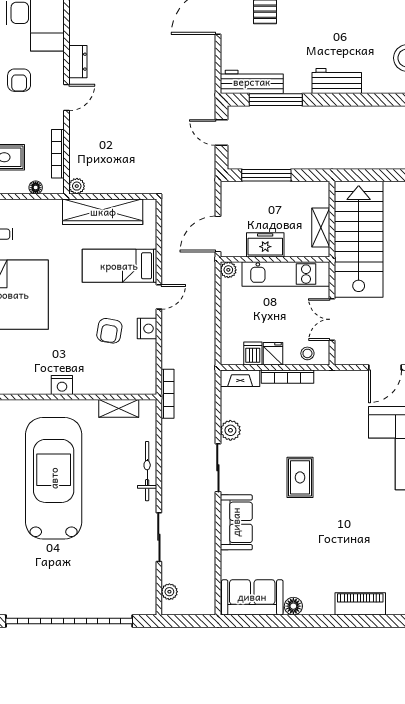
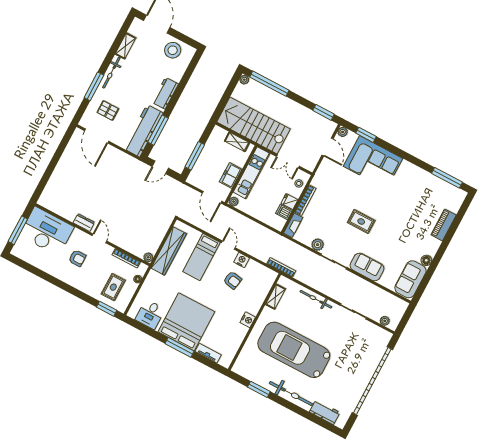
workbench: (252, 82) -> (143, 131), width x1.36, depth x1.32

